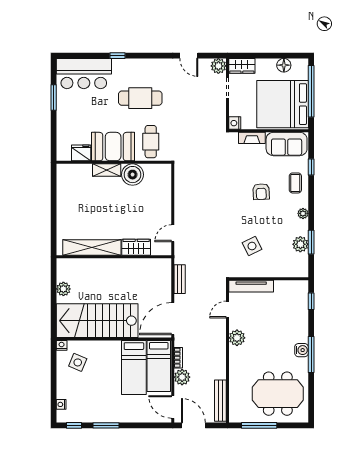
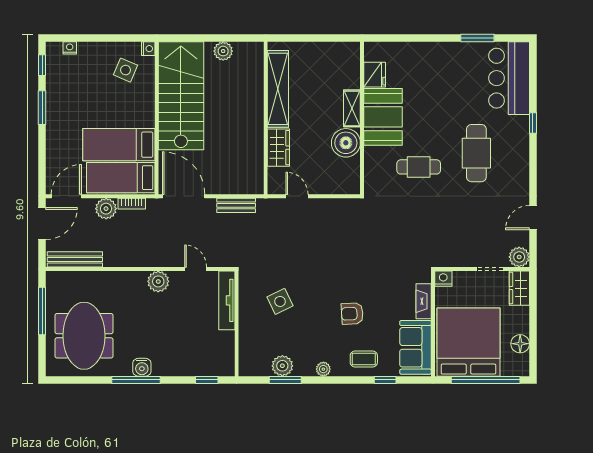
booth: (113, 147) -> (383, 117), moved
fridge: (81, 153) -> (375, 75), moved
wall: (114, 162) -> (362, 118), moved
shelving: (107, 170) -> (352, 108), moved
boiler: (133, 175) -> (346, 143), moved

